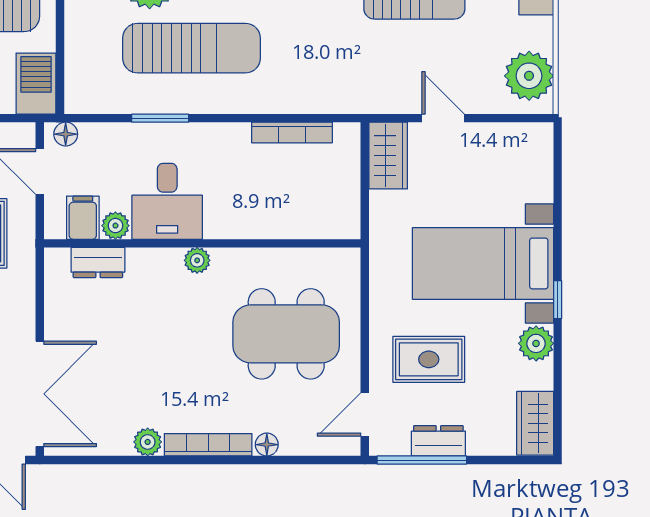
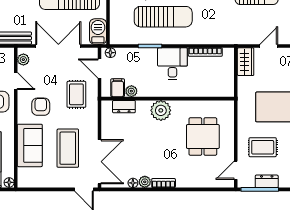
door: (443, 118) -> (269, 46), hinge flipped
desk: (167, 201) -> (172, 64), moved, turned 180
plant: (197, 260) -> (161, 110), width x1.87, depth x1.87
dining table: (286, 334) -> (203, 136), width x0.73
bookcase: (208, 445) -> (164, 183), width x0.64
floor lamp: (267, 445) -> (133, 183), moved

